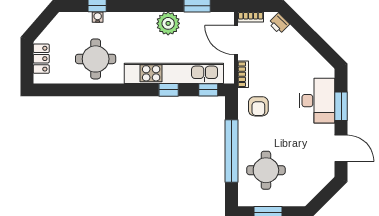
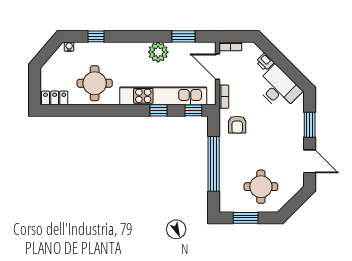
water cooler: (98, 17) -> (69, 47), moved
printer: (279, 24) -> (265, 62), moved
locker: (41, 59) -> (55, 98), moved, turned -90
desk: (317, 101) -> (278, 88), moved, turned -45
round table: (266, 170) -> (261, 187), moved

